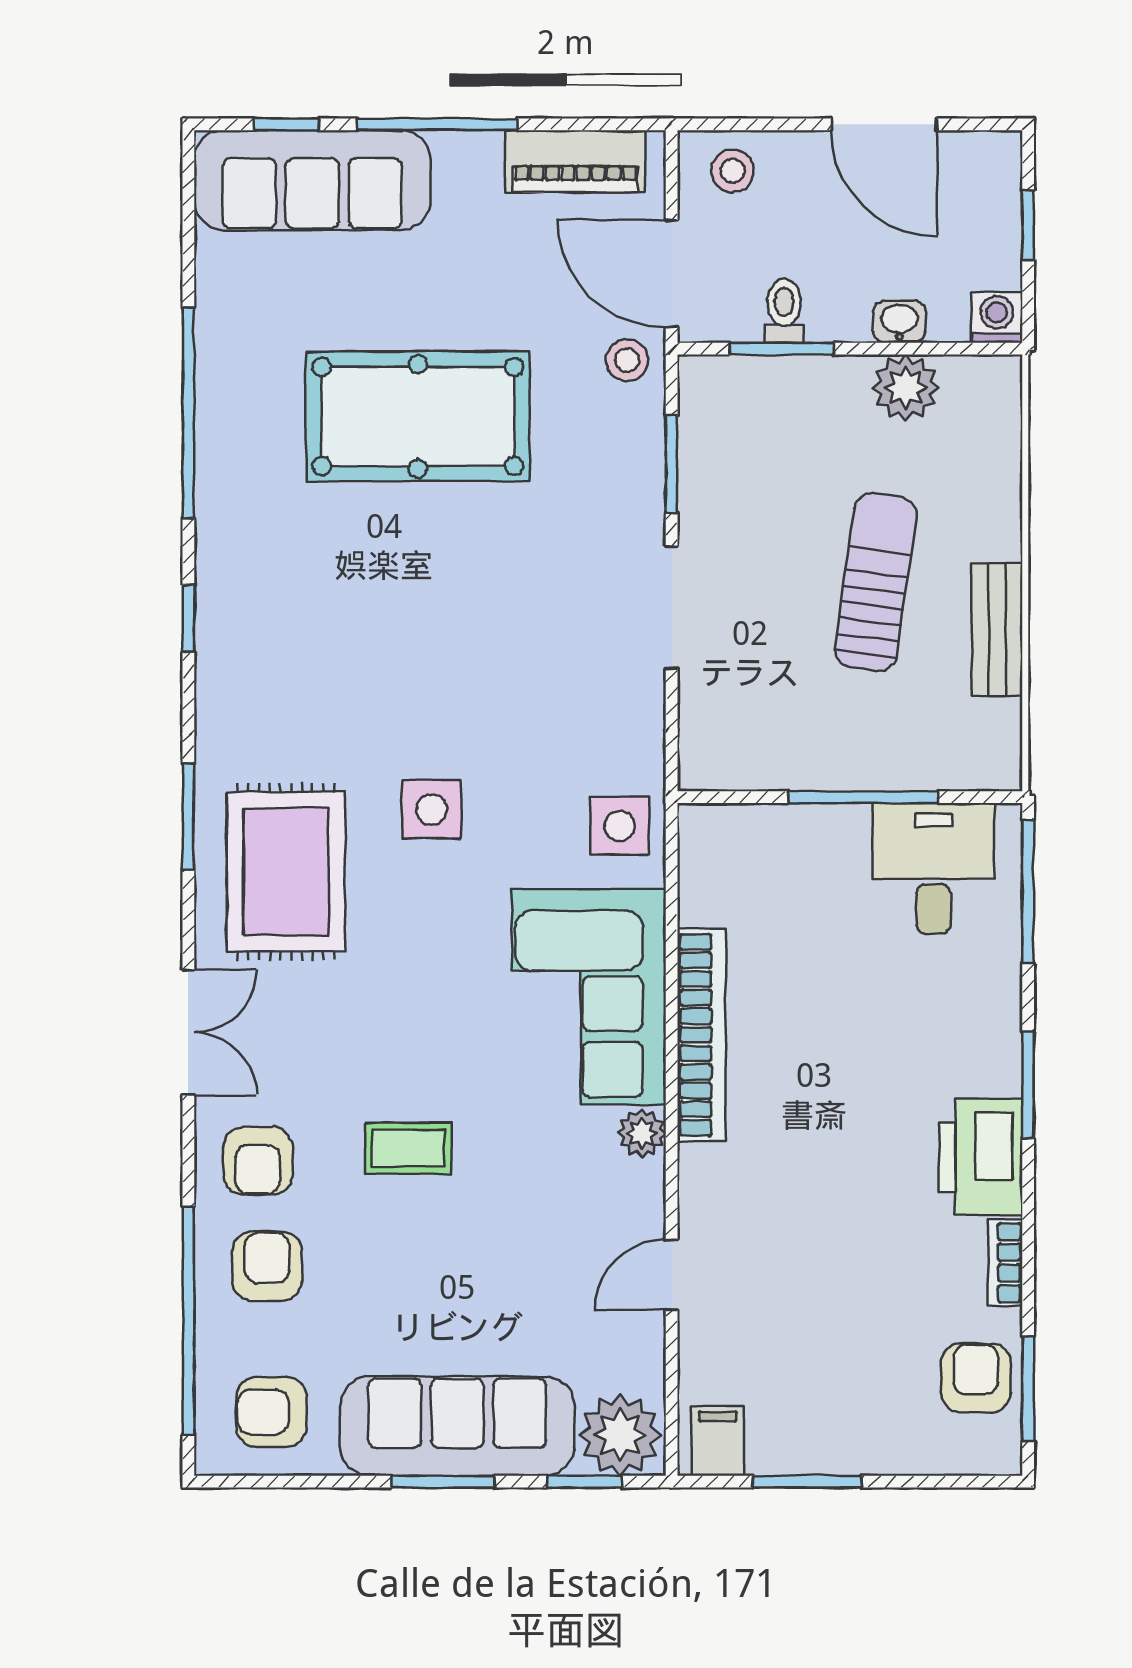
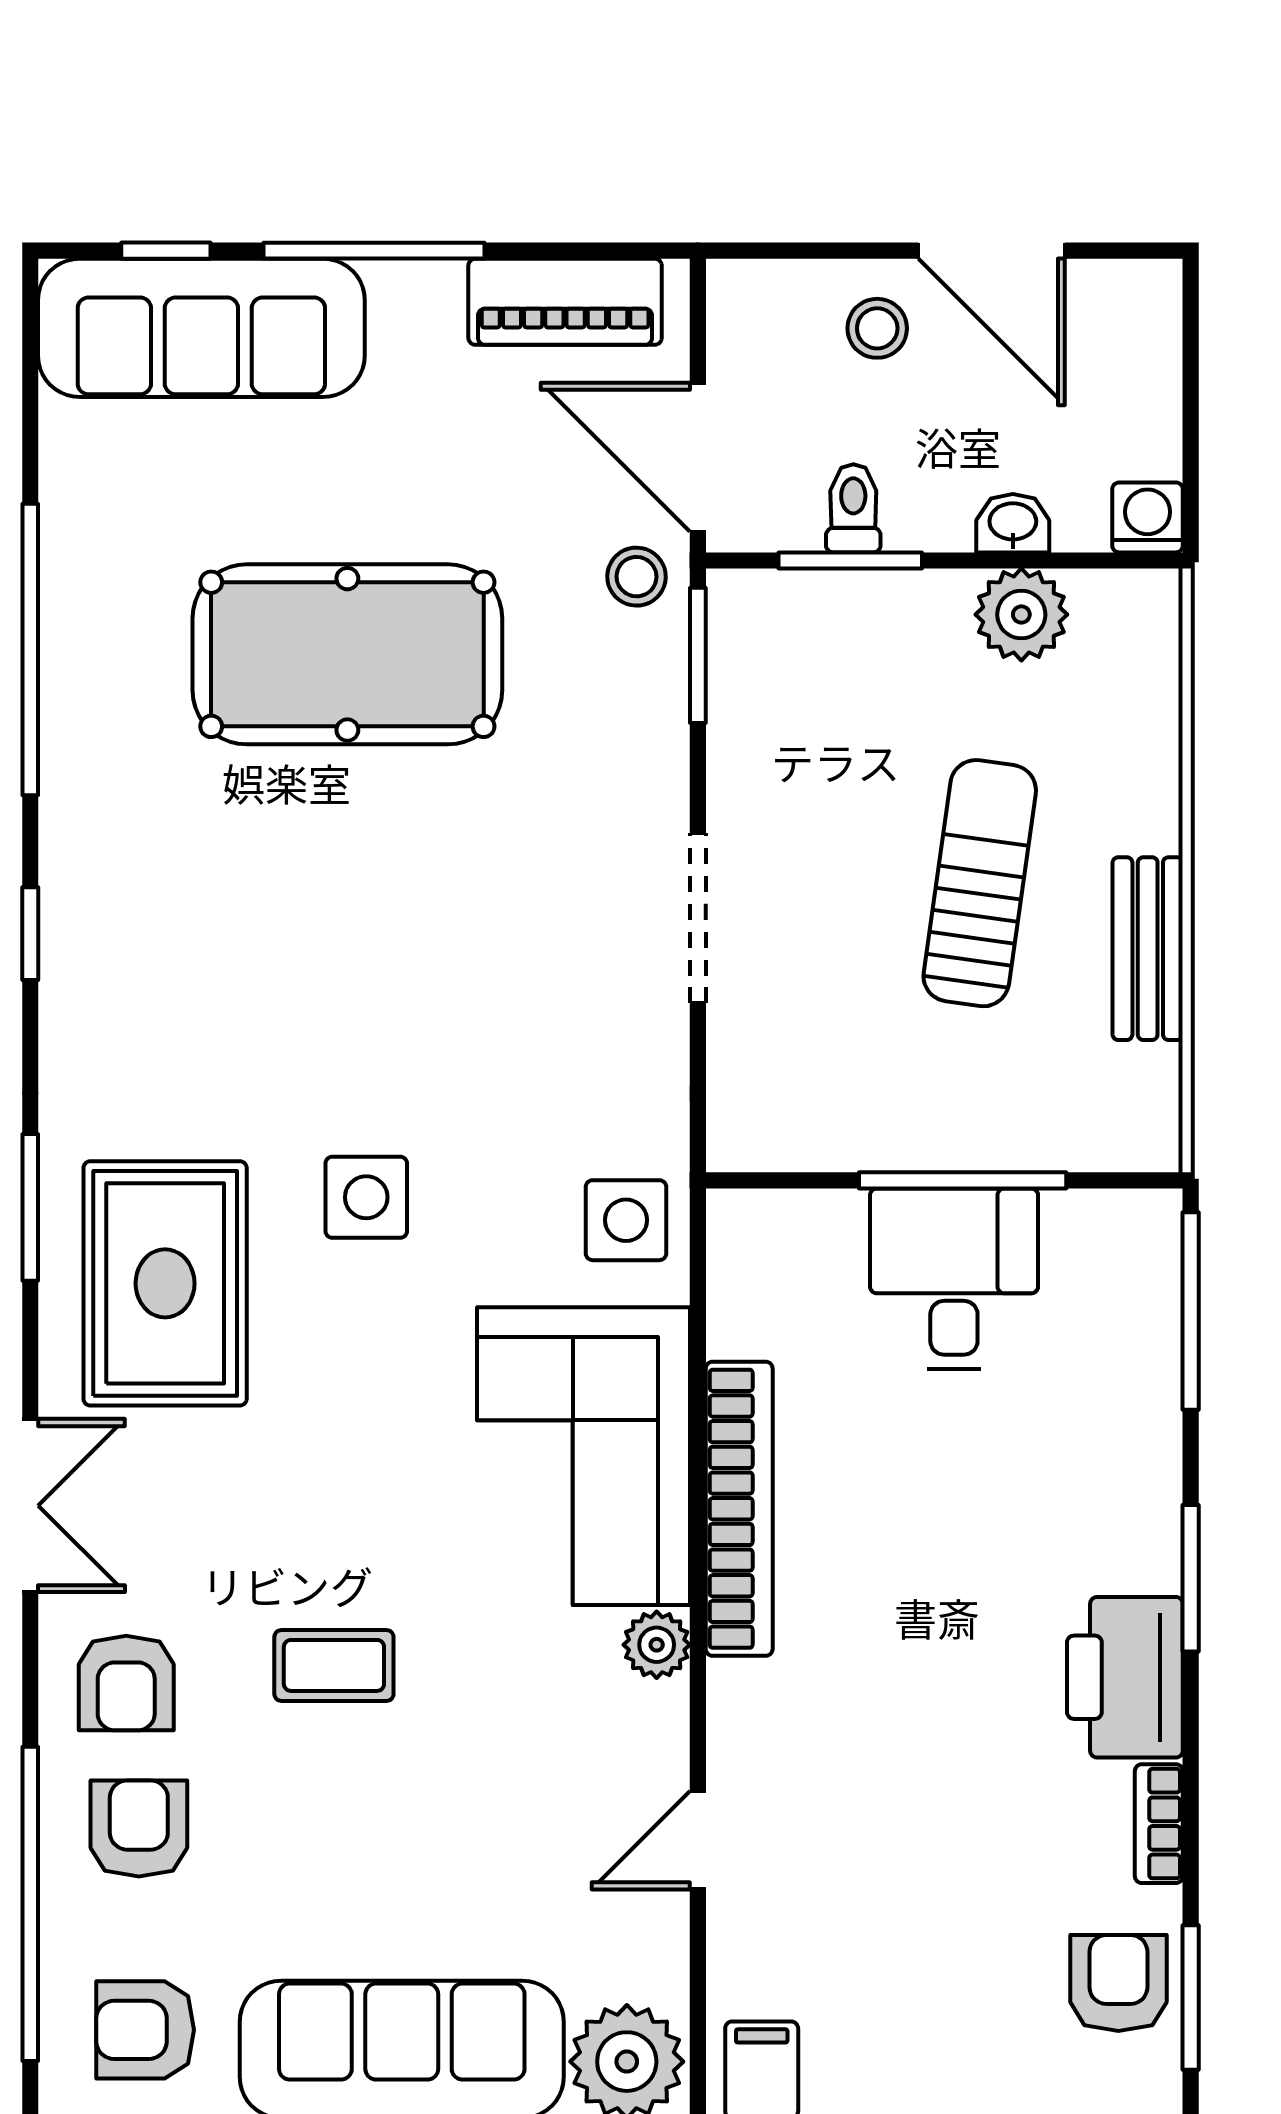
stool: (733, 171) -> (877, 328), moved
window: (1028, 225) -> (1191, 390), removed
window: (672, 464) -> (698, 655), moved
desk: (934, 868) -> (954, 1279), moved

